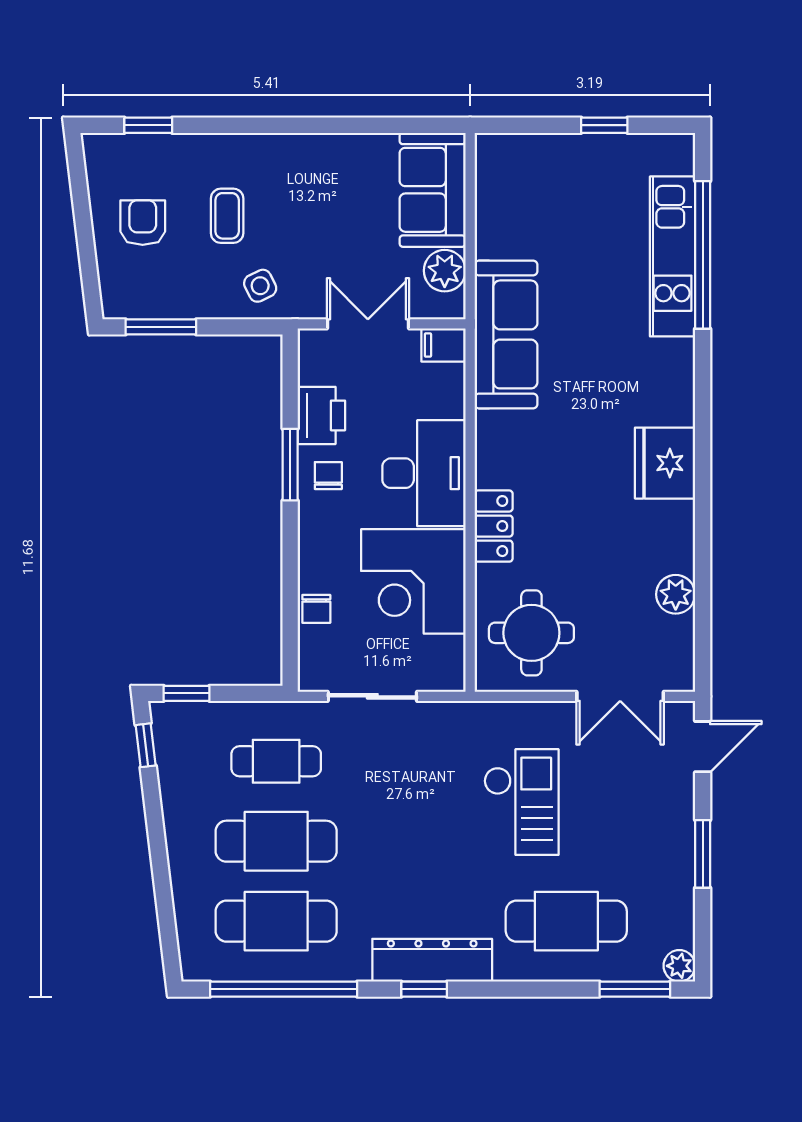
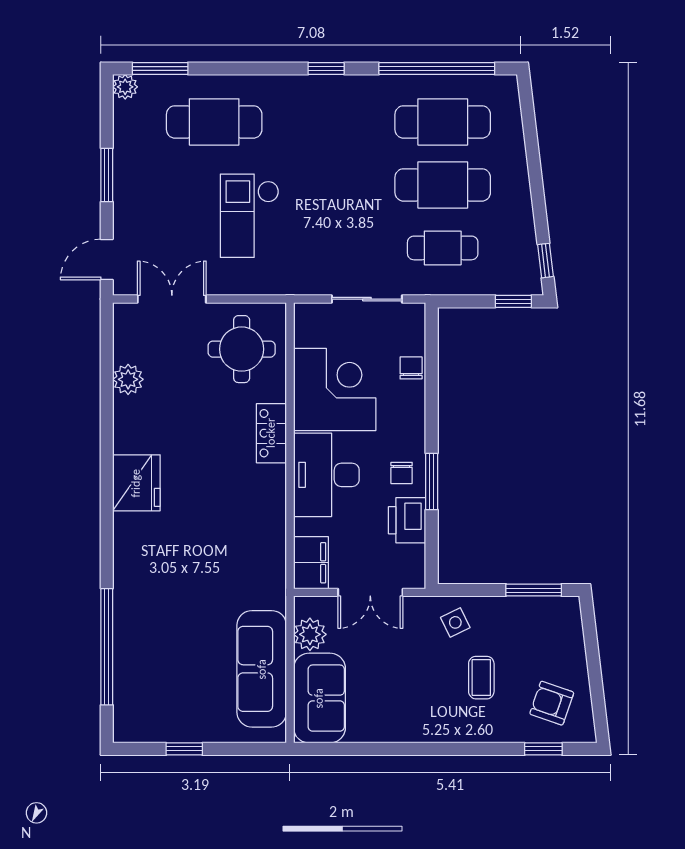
armchair: (143, 223) -> (552, 703), moved, turned 109
kitchen unit: (672, 256) -> (131, 646), removed
sofa: (506, 334) -> (262, 669), moved
filing cabinet: (443, 345) -> (311, 563), width x2.00
dresser: (432, 960) -> (320, 91), removed

